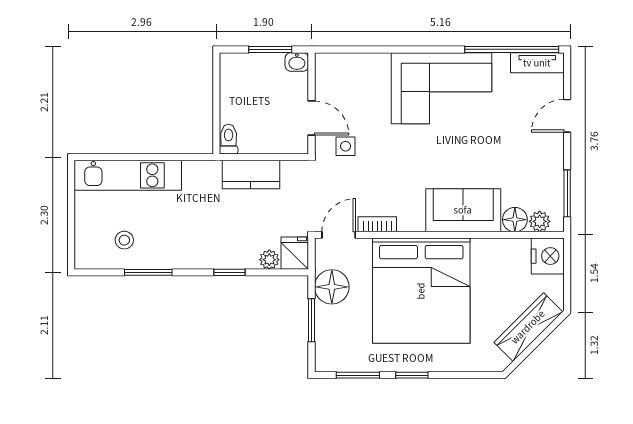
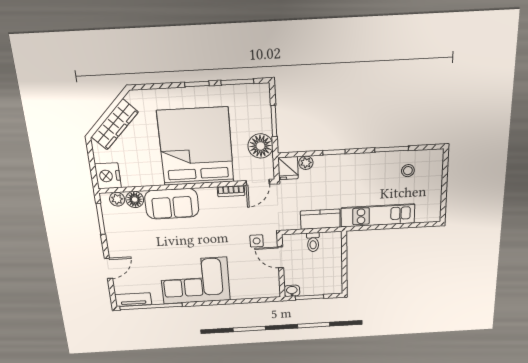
toilet: (229, 139) -> (313, 242), moved
kitchen unit: (128, 175) -> (378, 215), moved

